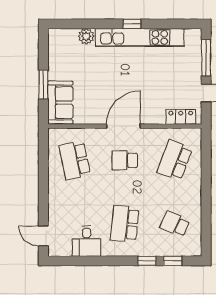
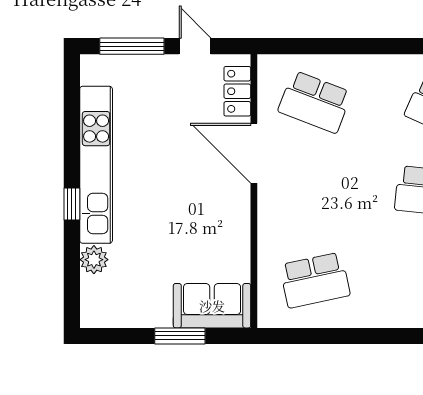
window: (132, 24) -> (72, 204), moved
door: (124, 126) -> (254, 153), moved
school desk: (125, 160) -> (315, 191), removed

